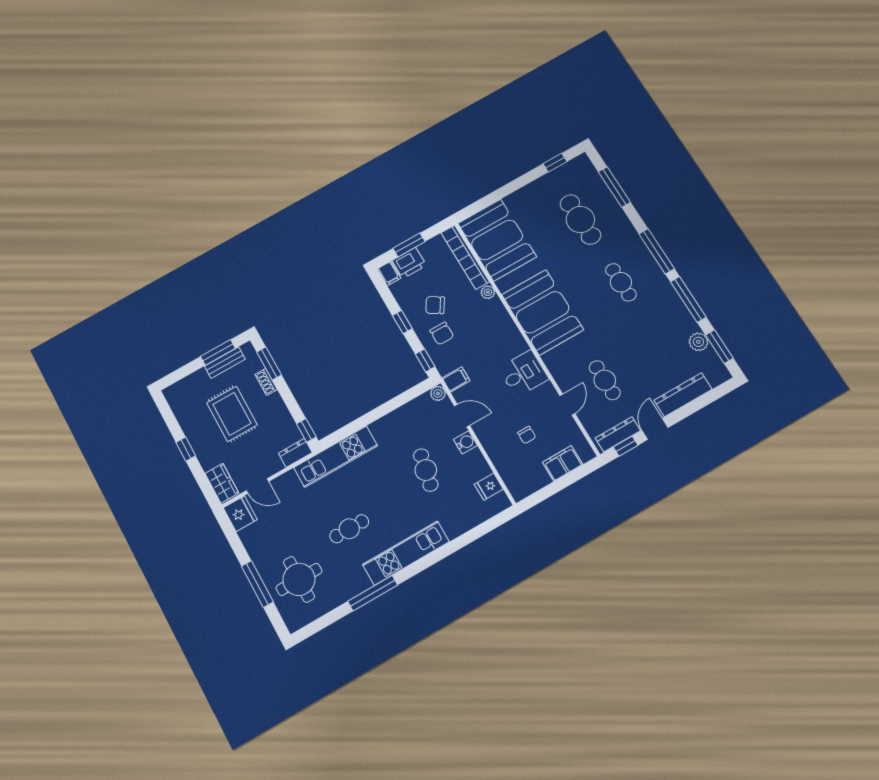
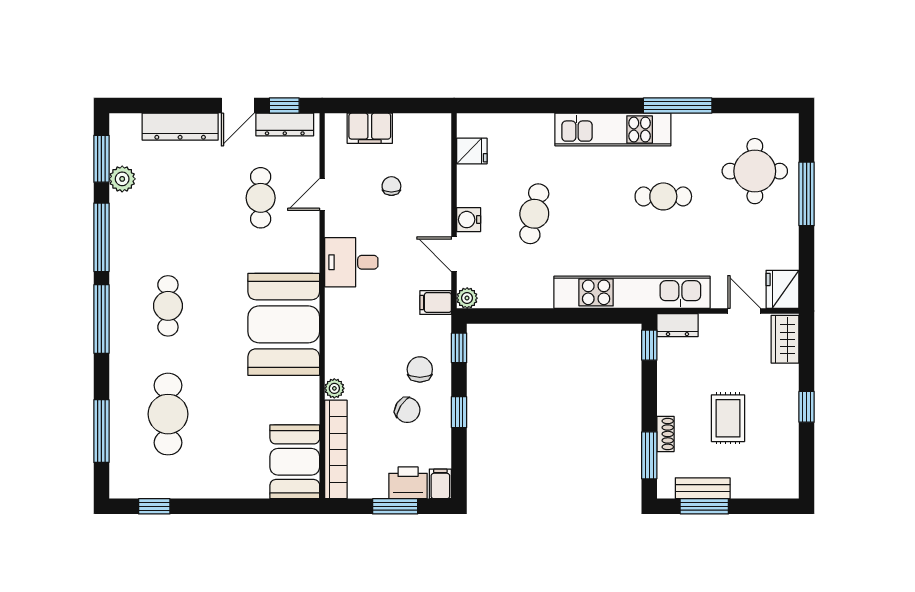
booth: (497, 240) -> (295, 462), width x0.73, depth x0.70
rug: (232, 414) -> (728, 418), width x0.73, depth x0.70
kitchen unit: (336, 457) -> (632, 292), width x1.36

